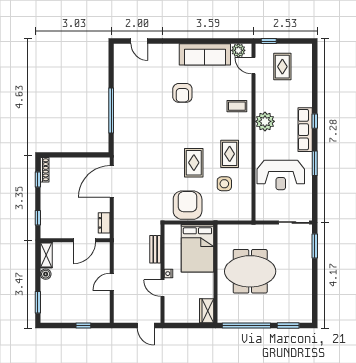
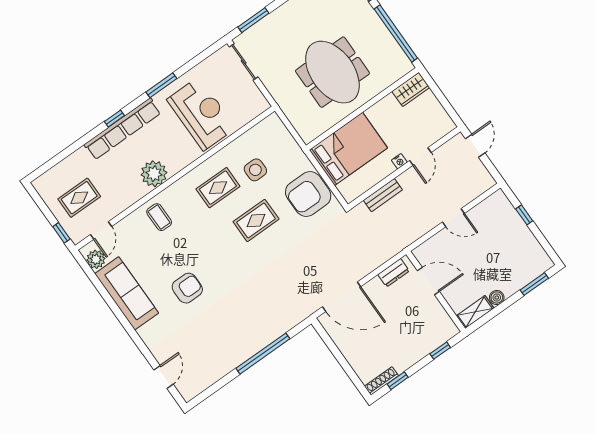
row of seats: (305, 130) -> (123, 129), width x1.36

